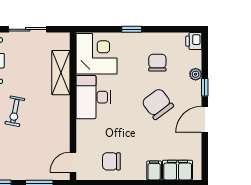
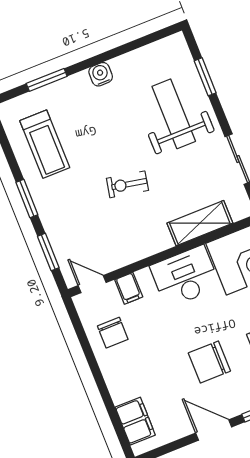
chair: (158, 104) -> (209, 362), turned -143
chair: (111, 161) -> (113, 333), turned 180
filing cabinet: (154, 170) -> (129, 288), moved, turned 90

